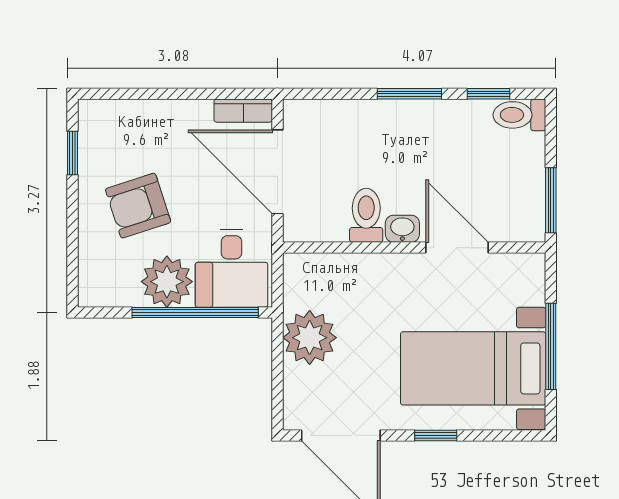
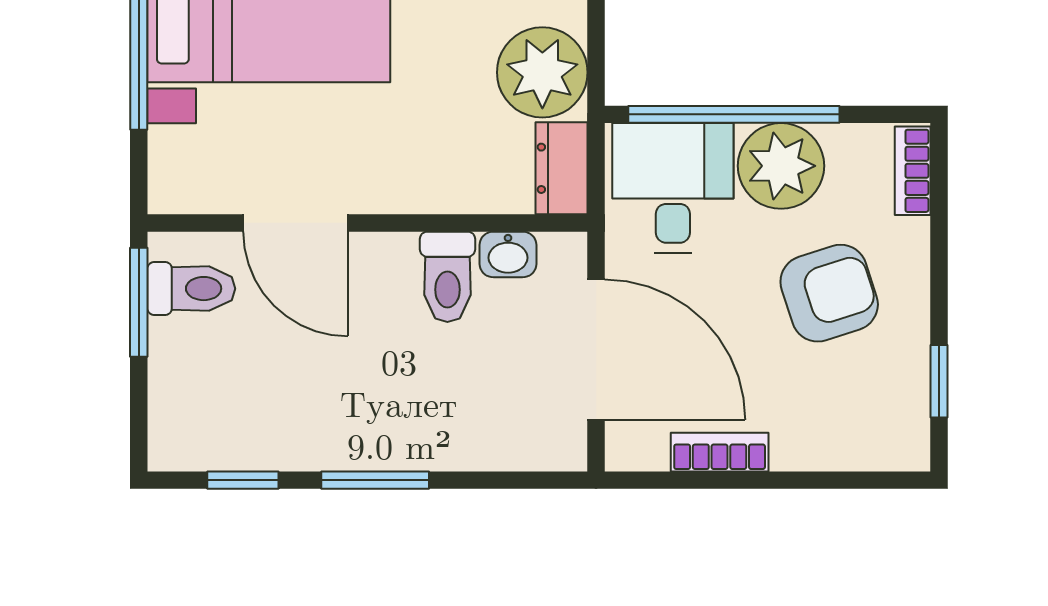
bookcase: (243, 111) -> (720, 452), moved
toilet: (519, 115) -> (191, 289), moved
washbasin: (402, 229) -> (508, 254), moved
bookcase: (88, 279) -> (913, 171), added
dresser: (298, 280) -> (562, 168), added

